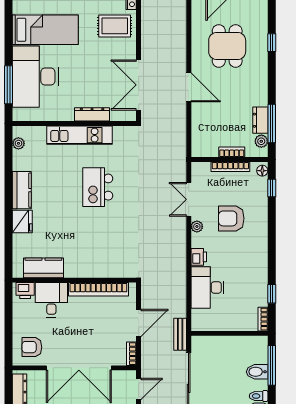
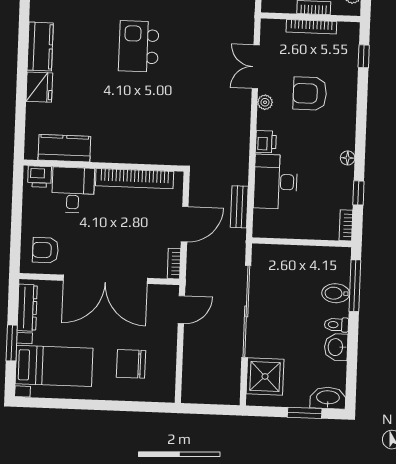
floor lamp: (262, 171) -> (348, 158), moved
bench: (180, 334) -> (239, 207), moved

